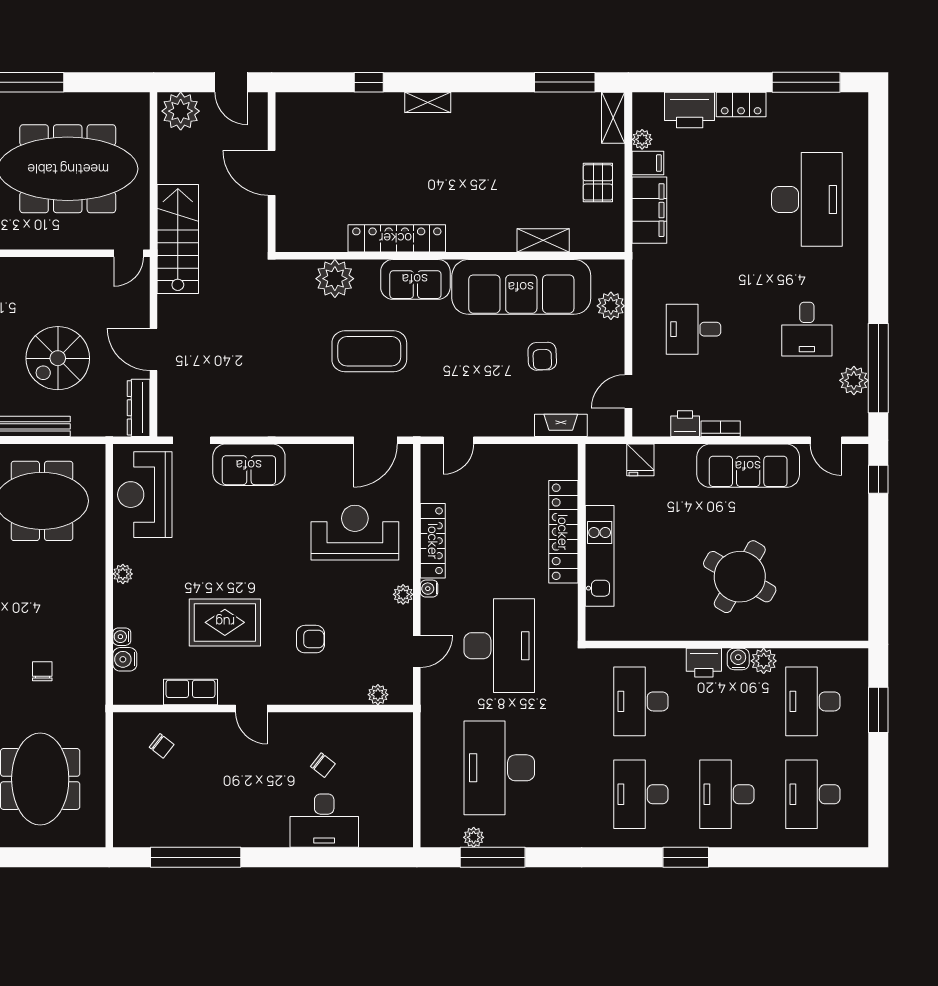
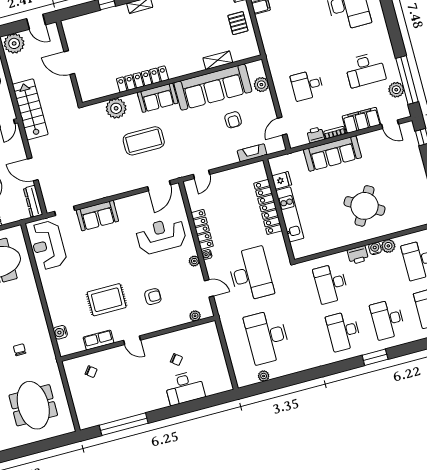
filing cabinet: (649, 210) -> (361, 120), moved, turned -90
desk: (807, 329) -> (365, 70), width x1.37
fridge: (640, 460) -> (282, 180), moved, turned -90
sofa: (748, 466) -> (333, 153), moved
plant: (123, 574) -> (48, 289), removed
water cooler: (122, 637) -> (56, 321), removed
door: (417, 651) -> (209, 288), hinge flipped
window: (493, 857) -> (276, 384), removed

